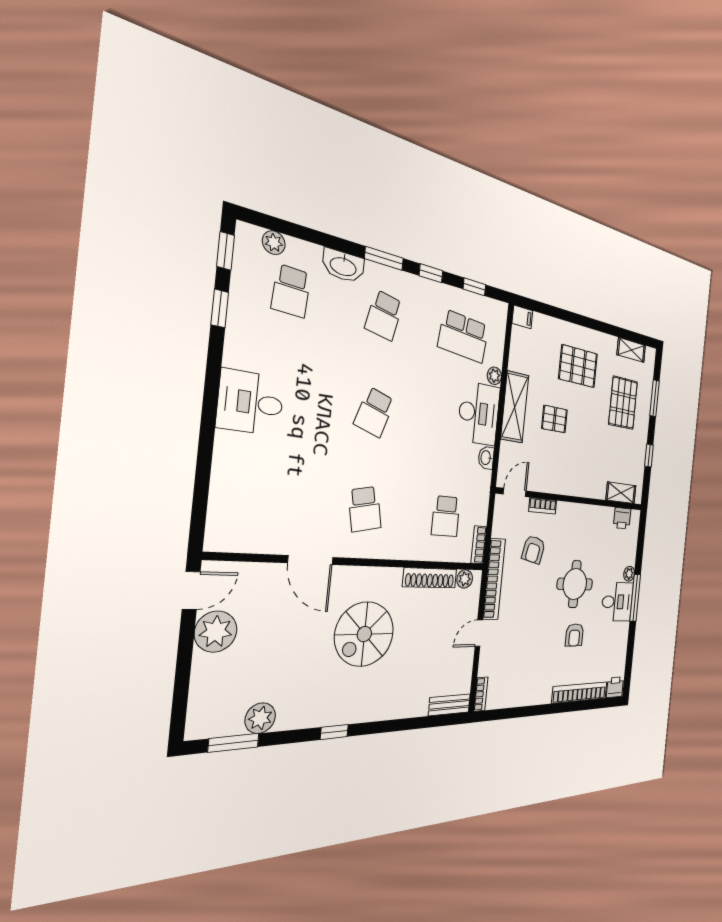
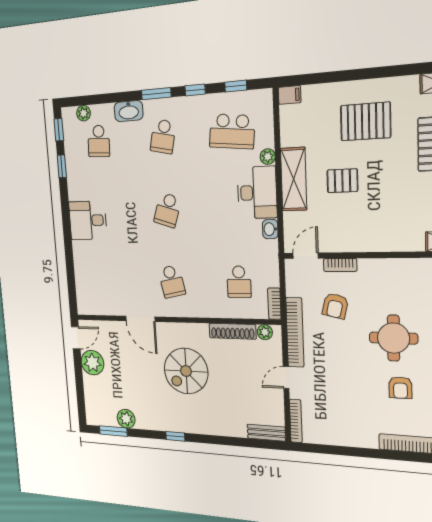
bookcase: (481, 694) -> (296, 421), width x1.56

